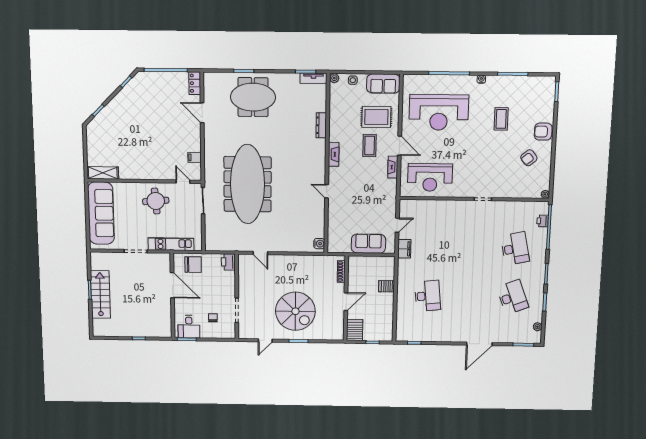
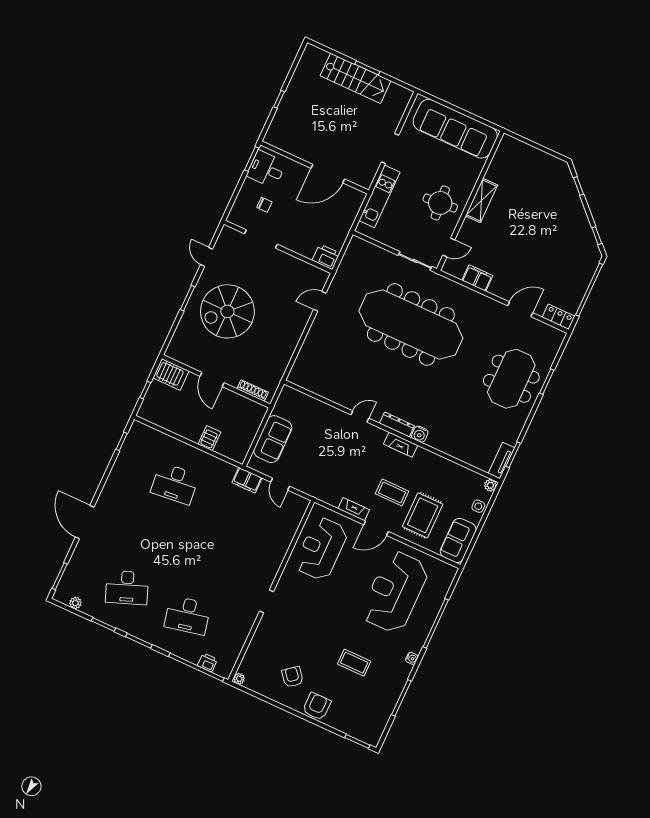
dresser: (321, 125) -> (397, 425), moved
filing cabinet: (195, 157) -> (477, 278), width x2.00
shelving: (103, 173) -> (482, 200), moved
water cooler: (319, 244) -> (420, 434), moved
chair: (193, 265) -> (342, 212), removed

